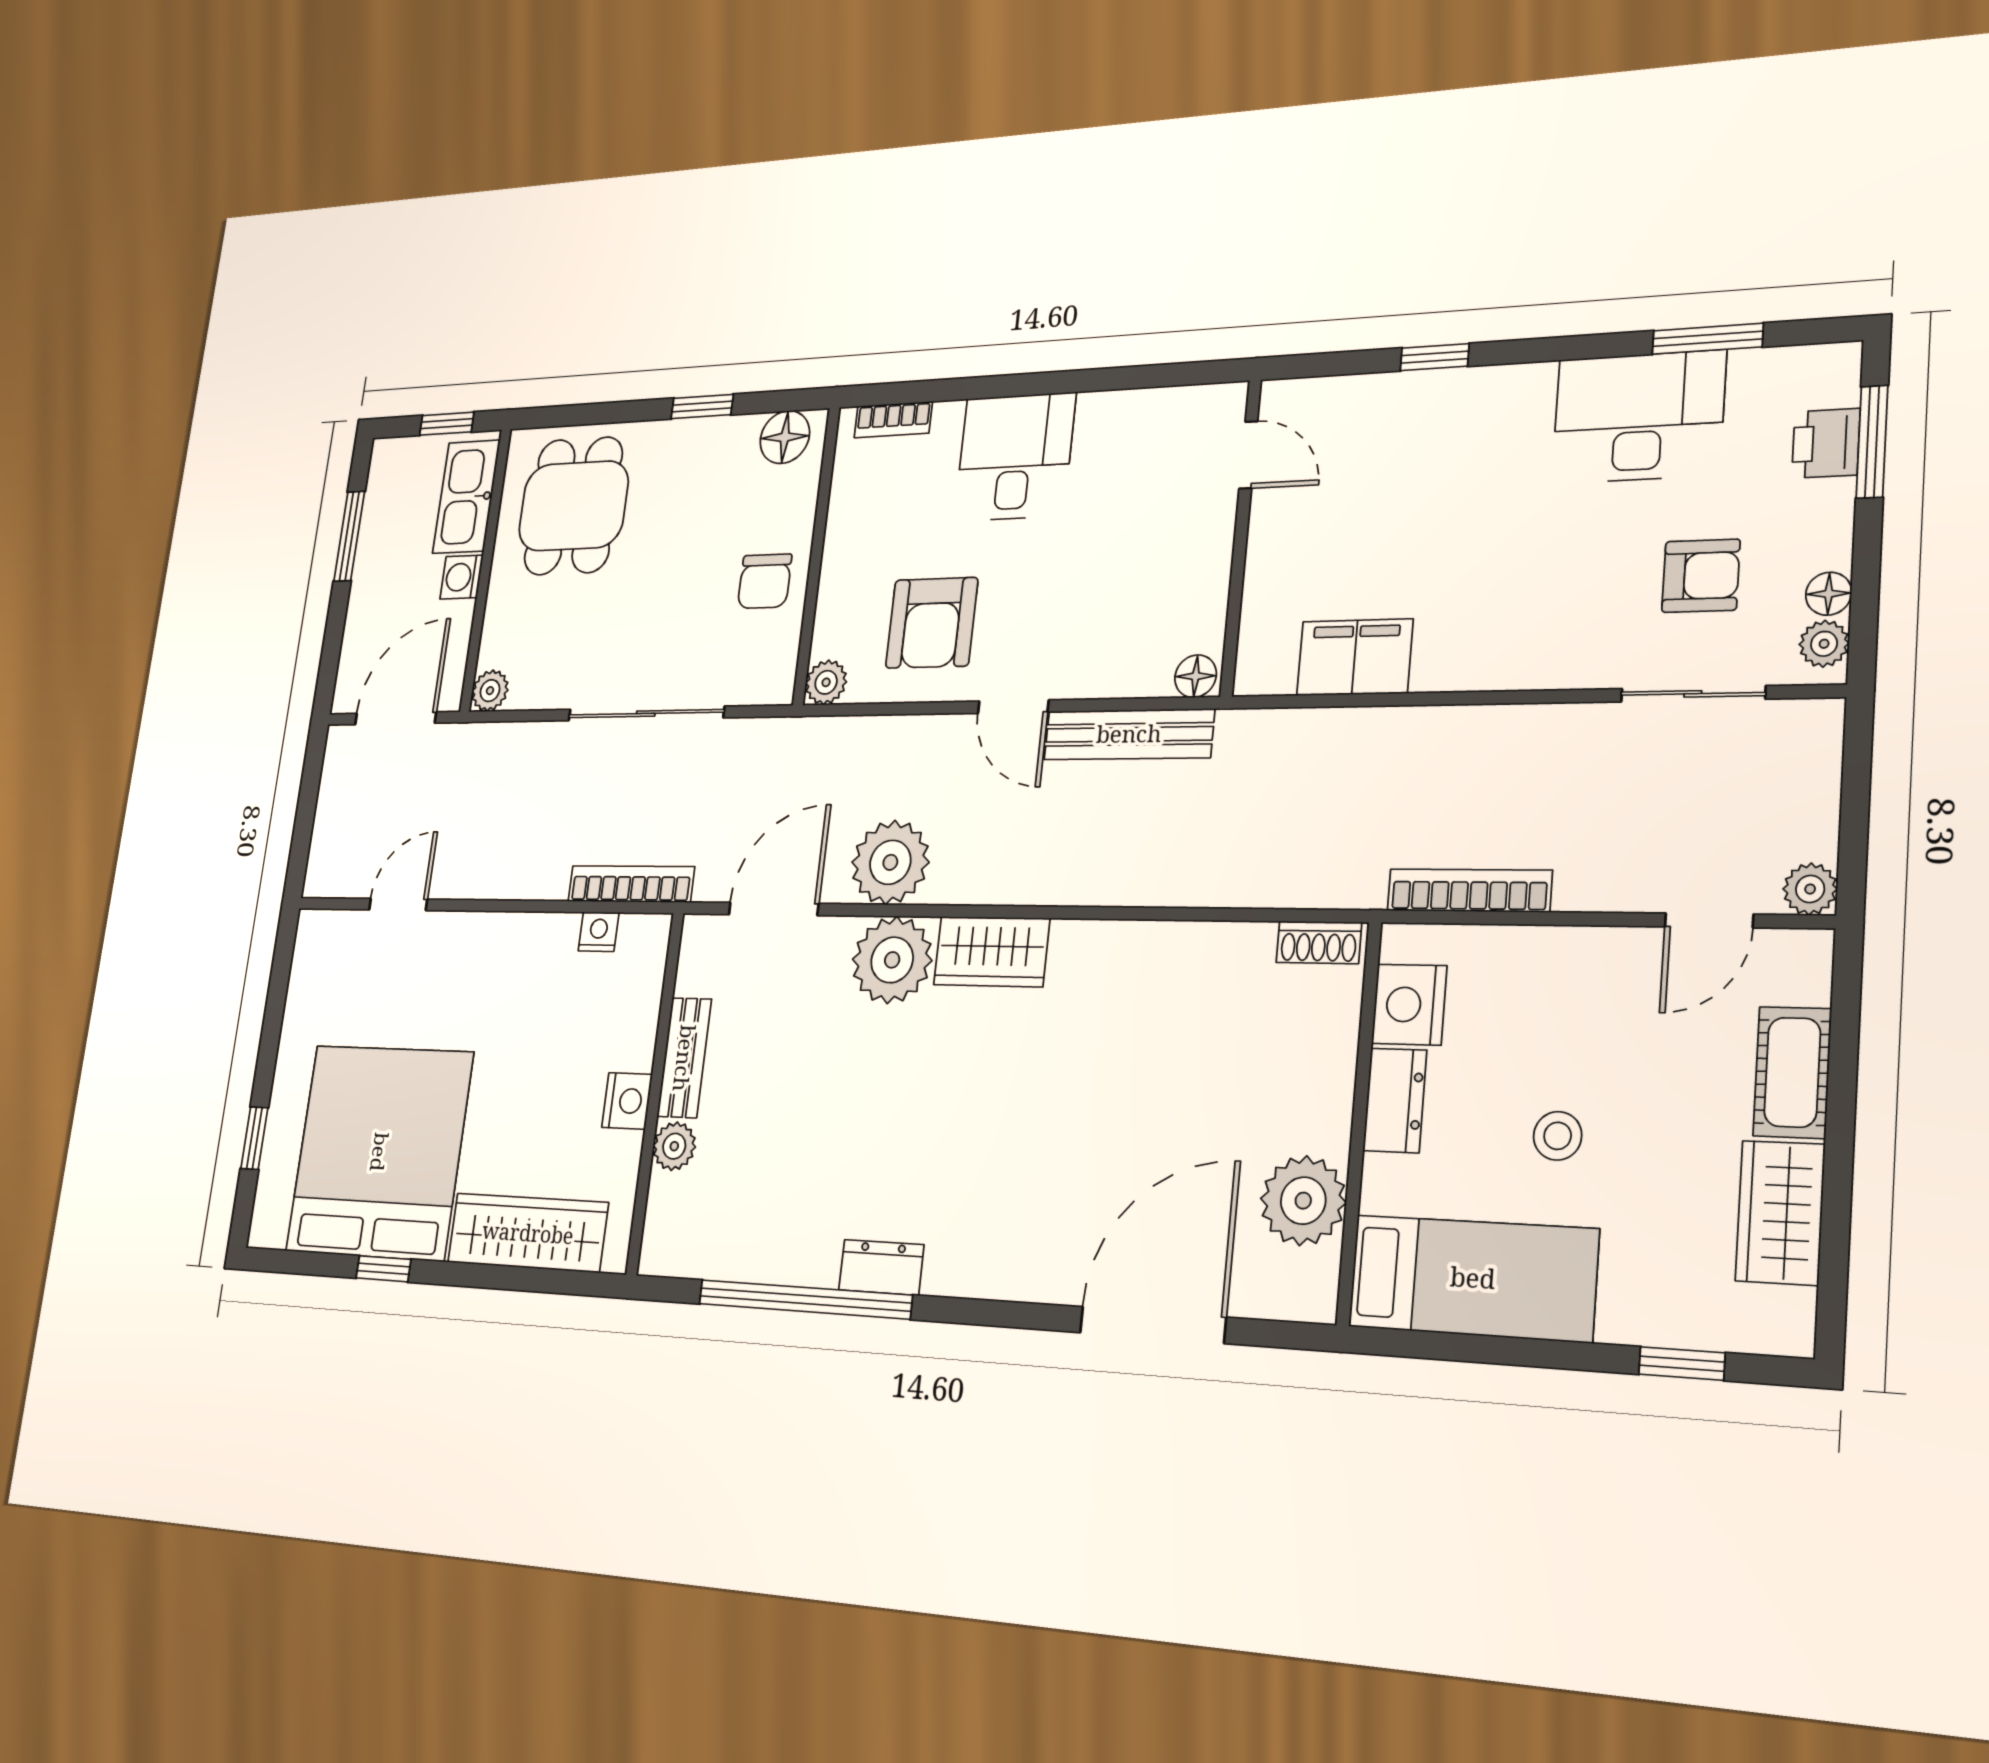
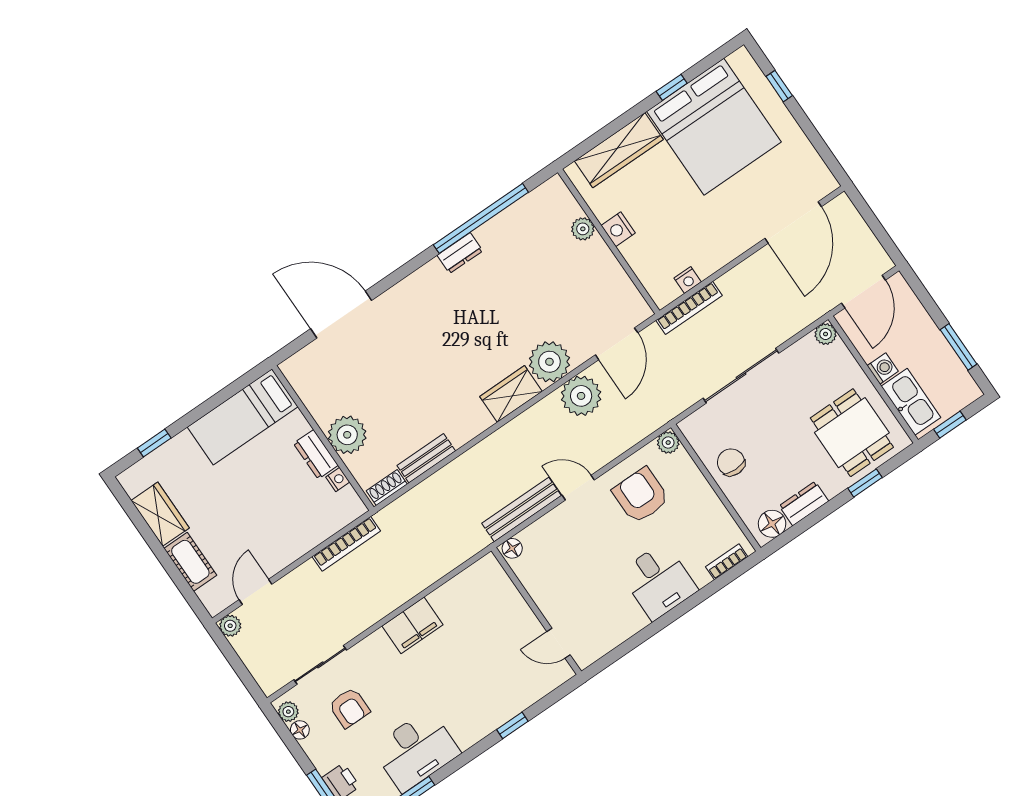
window: (702, 406) -> (865, 483), moved
dresser: (718, 439) -> (804, 504), added
armchair: (1701, 576) -> (349, 708), turned -90
filing cabinet: (1355, 657) -> (413, 625), moved
door: (398, 904) -> (793, 222), width x1.88
nightstand: (1409, 1005) -> (338, 479), width x0.53, depth x0.56
bench: (684, 1058) -> (426, 458), moved, turned 90
stool: (1558, 1136) -> (251, 484), removed
plant: (1303, 1201) -> (347, 435), moved
door: (1153, 1325) -> (341, 315), swing flipped

